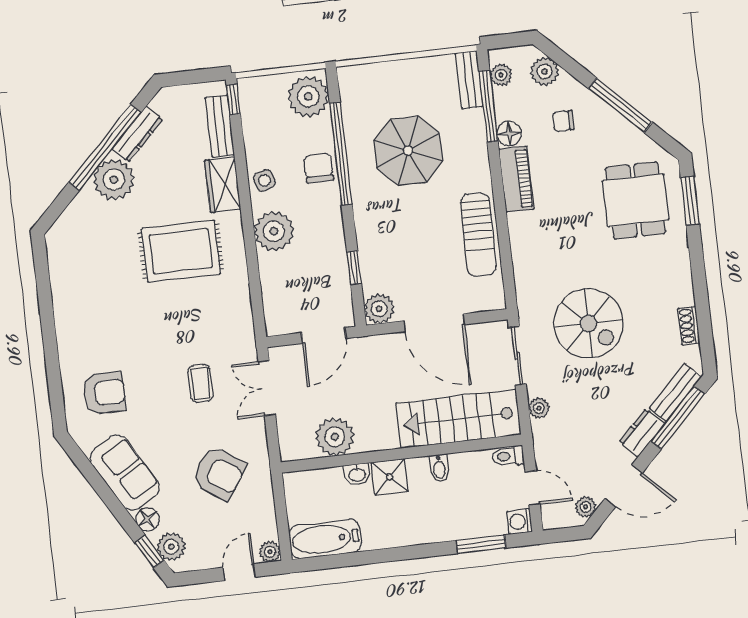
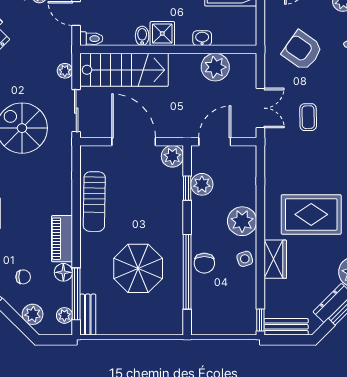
plant: (308, 97) -> (202, 184), moved, width x0.73, depth x0.73
bench: (220, 126) -> (286, 327), moved, turned 90
sun lounger: (478, 235) -> (94, 202), turned 180
shower: (389, 477) -> (162, 34), moved

